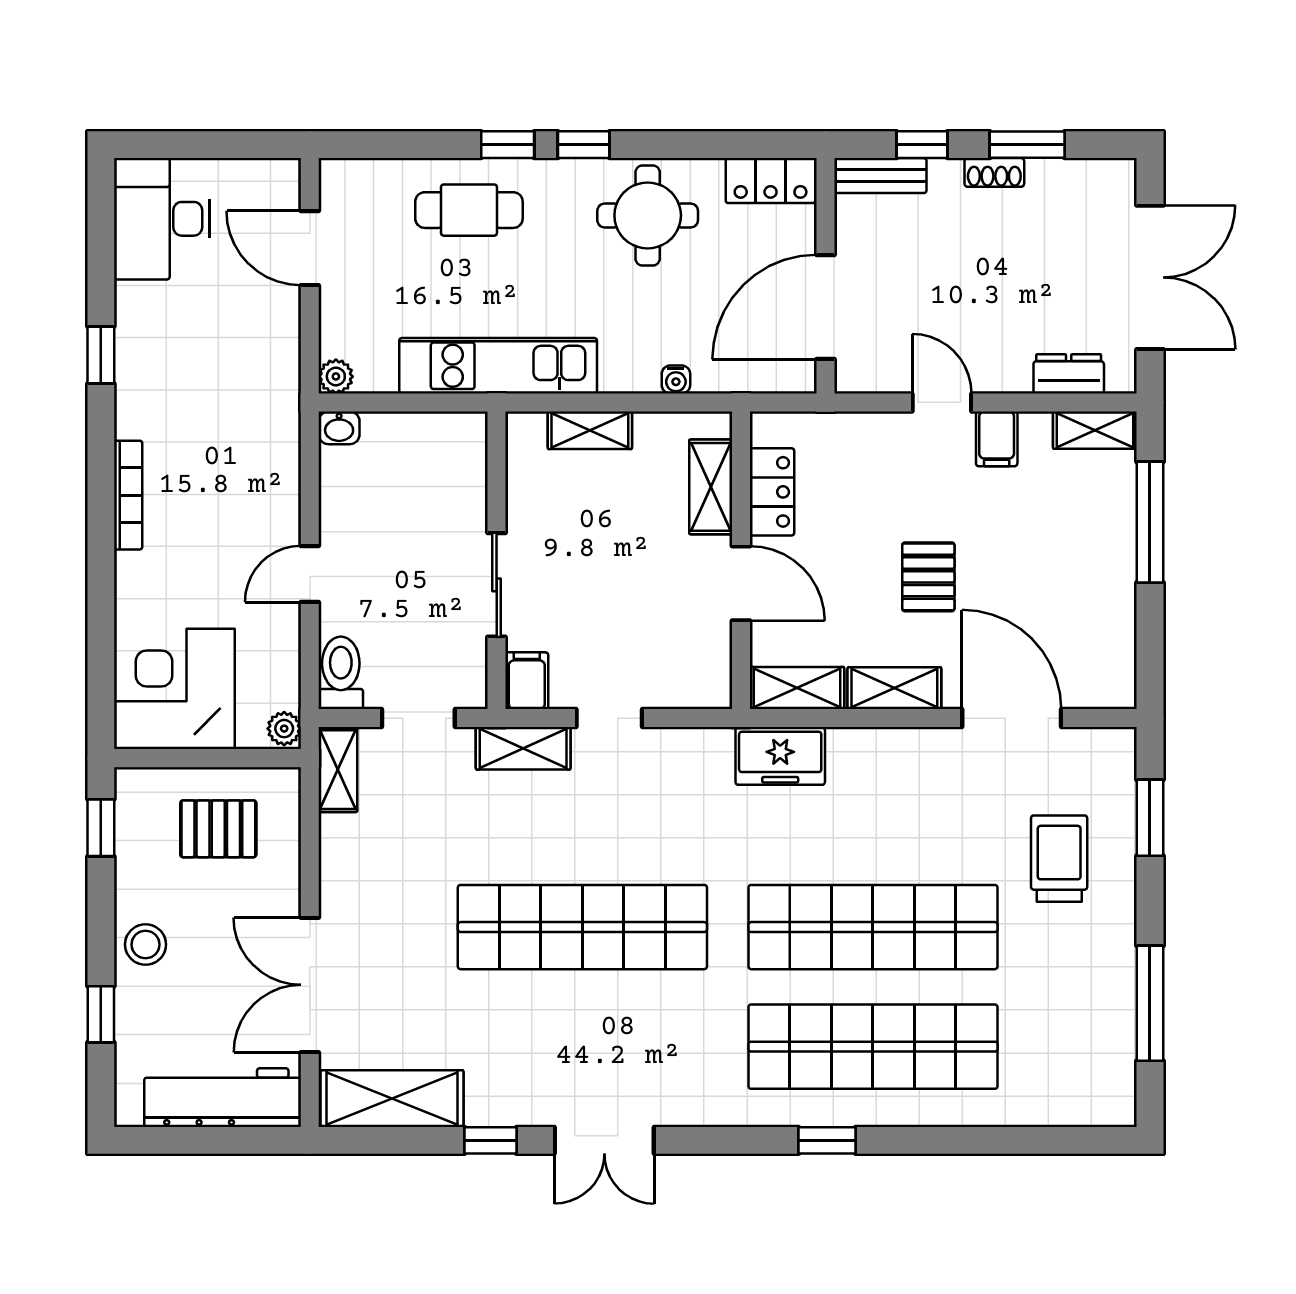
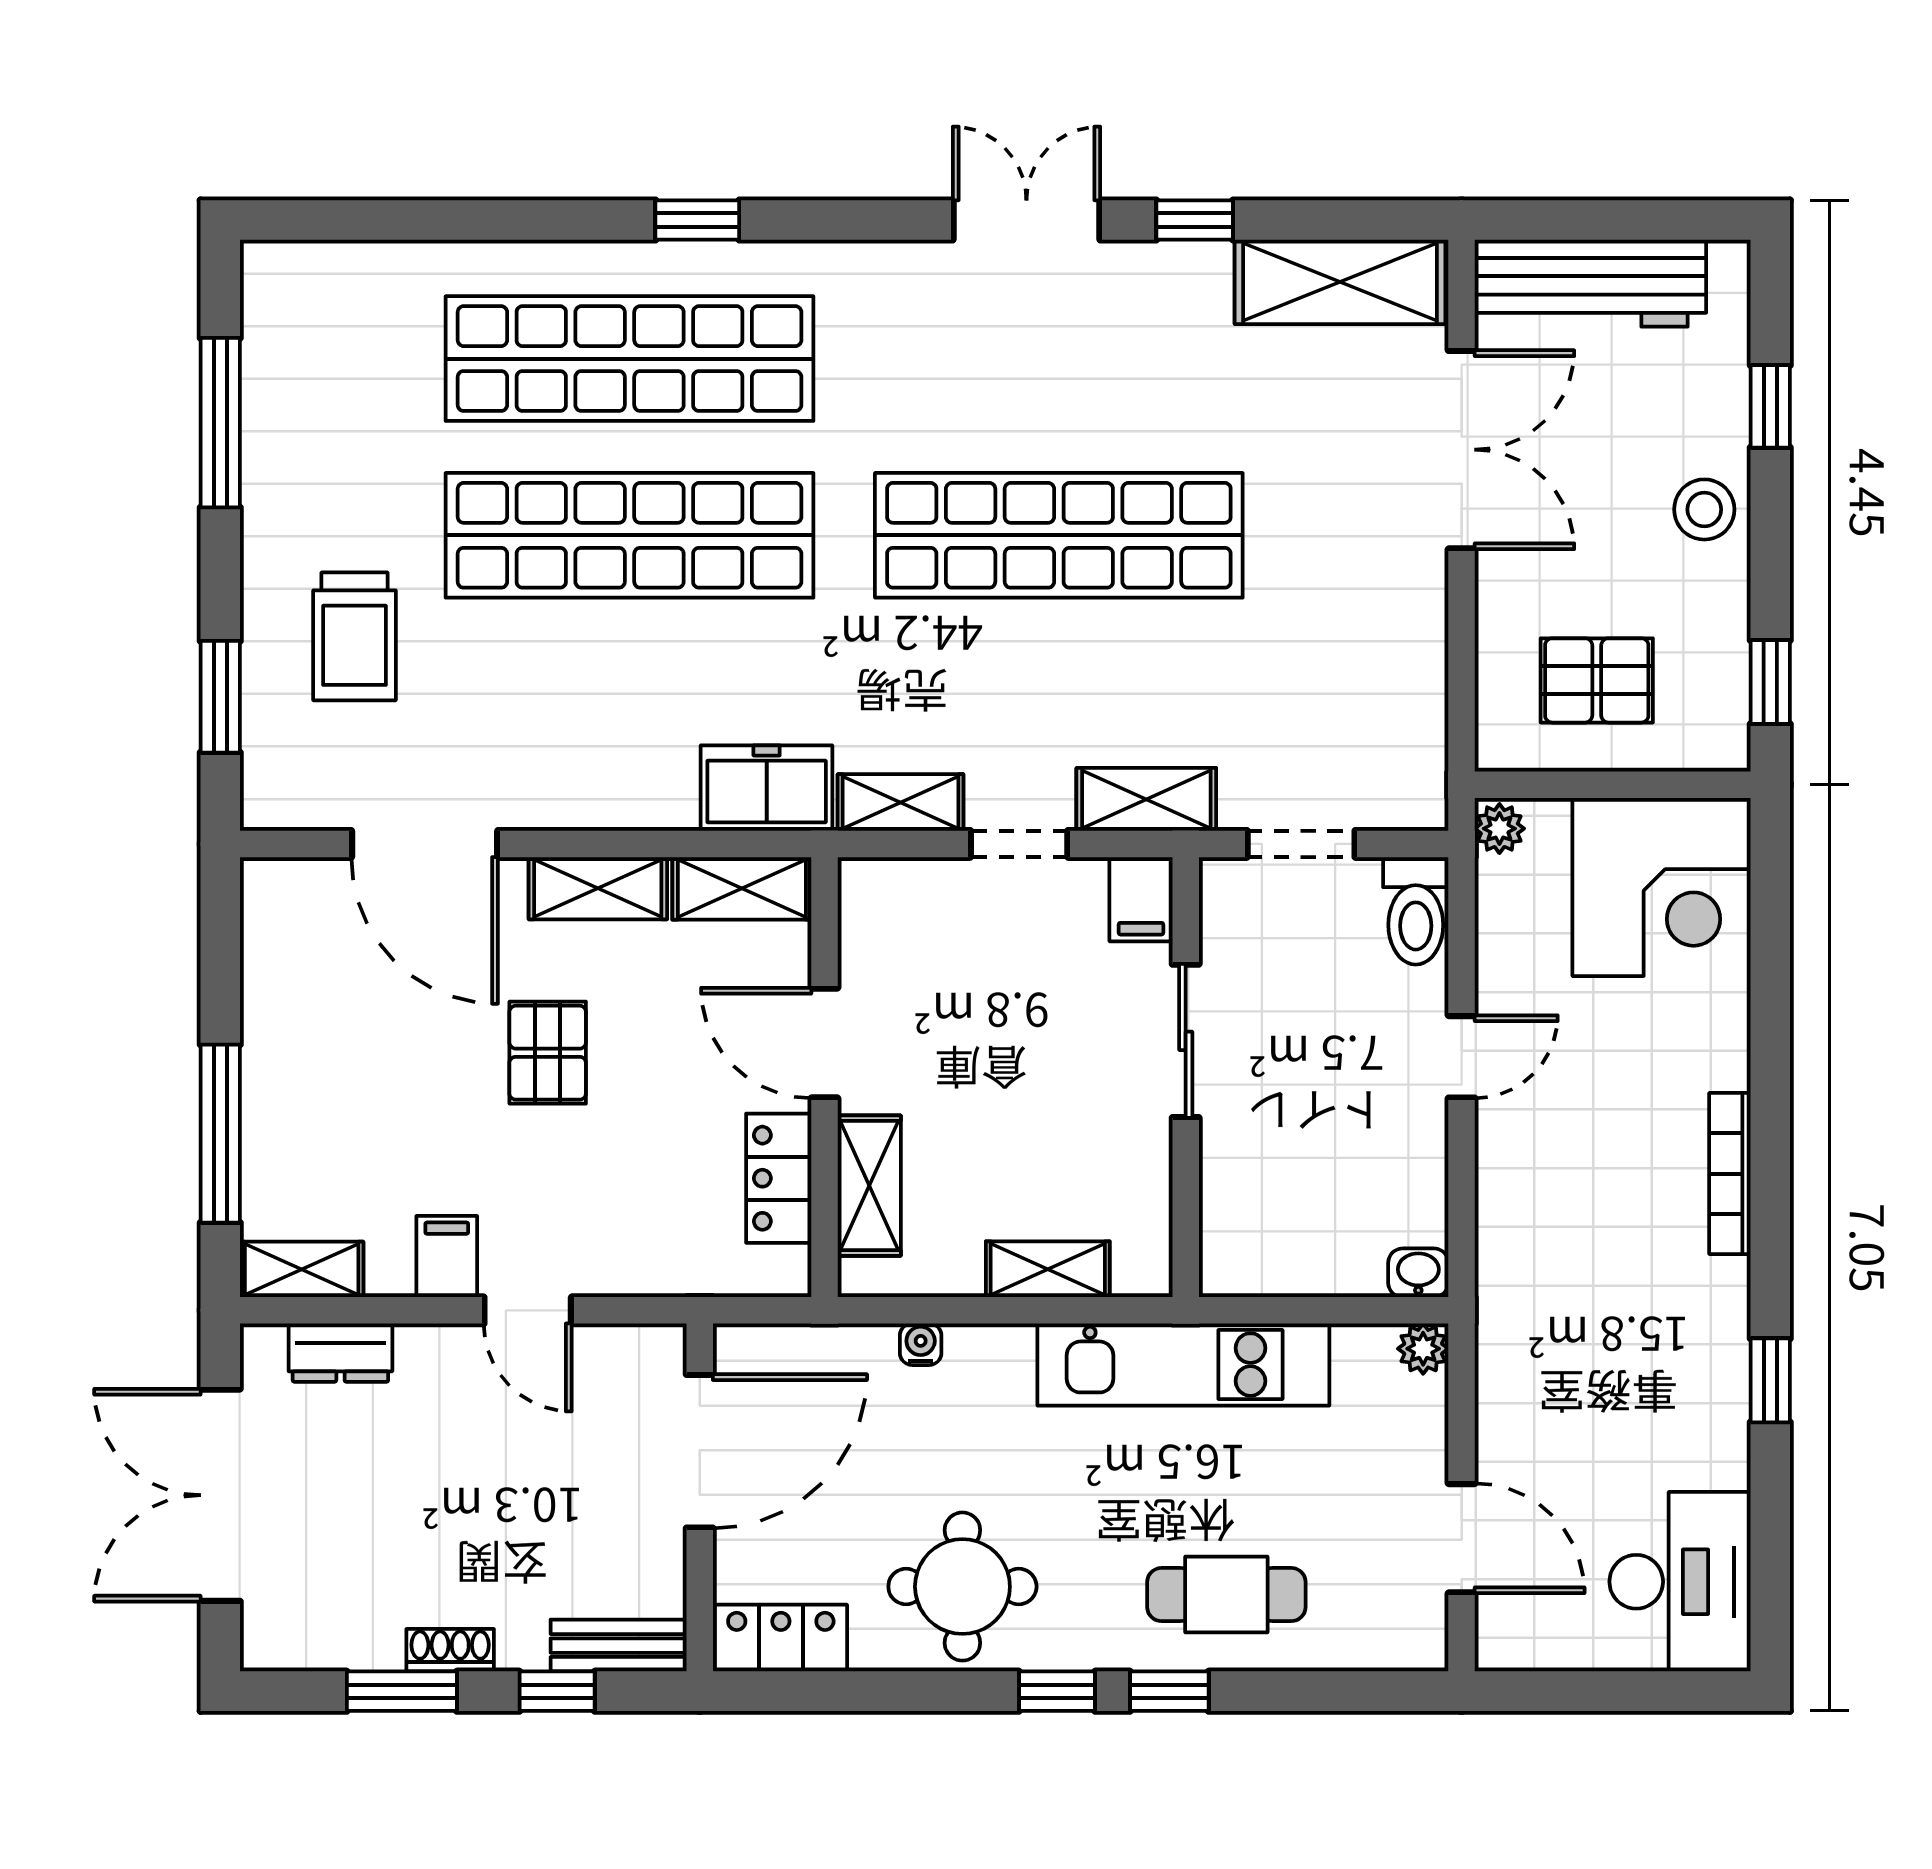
shelving: (338, 770) -> (901, 803), moved, turned 90

